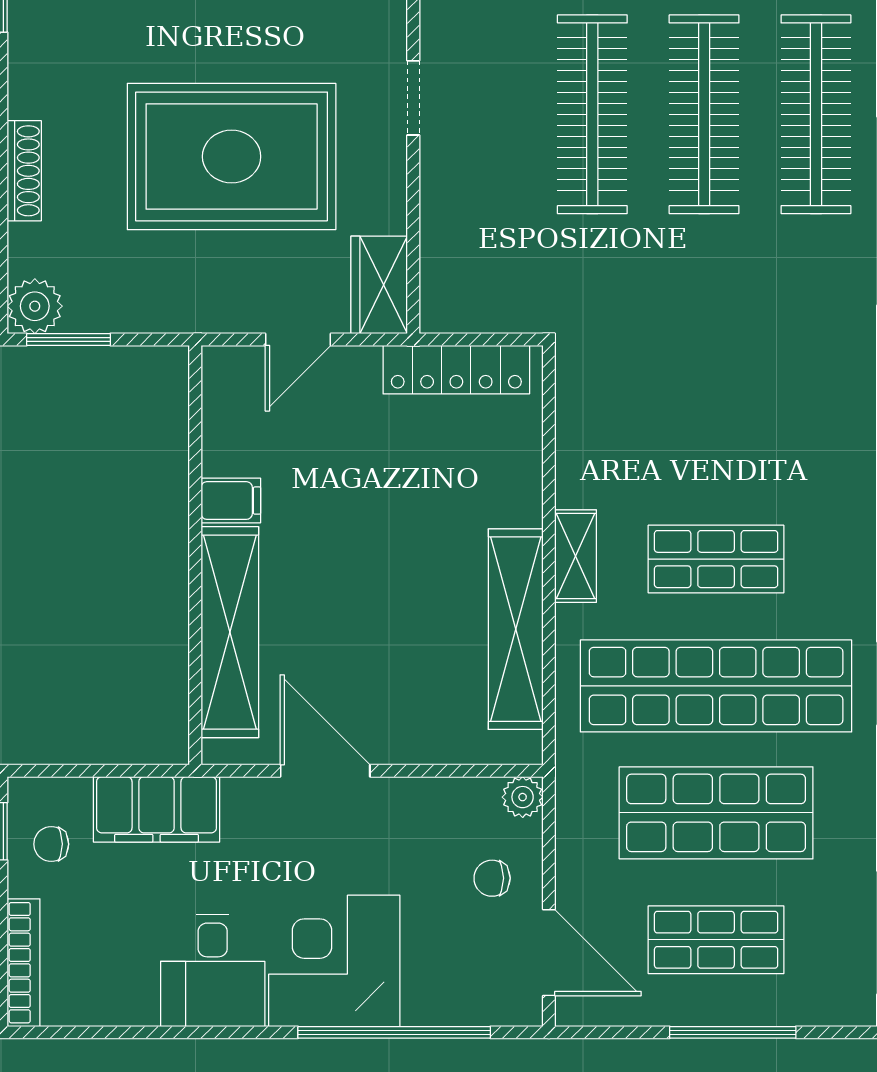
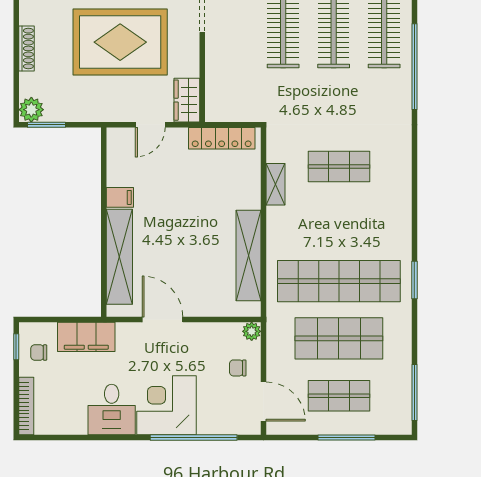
shelving: (576, 556) -> (275, 184), moved
shop shelf: (716, 559) -> (339, 167), moved

